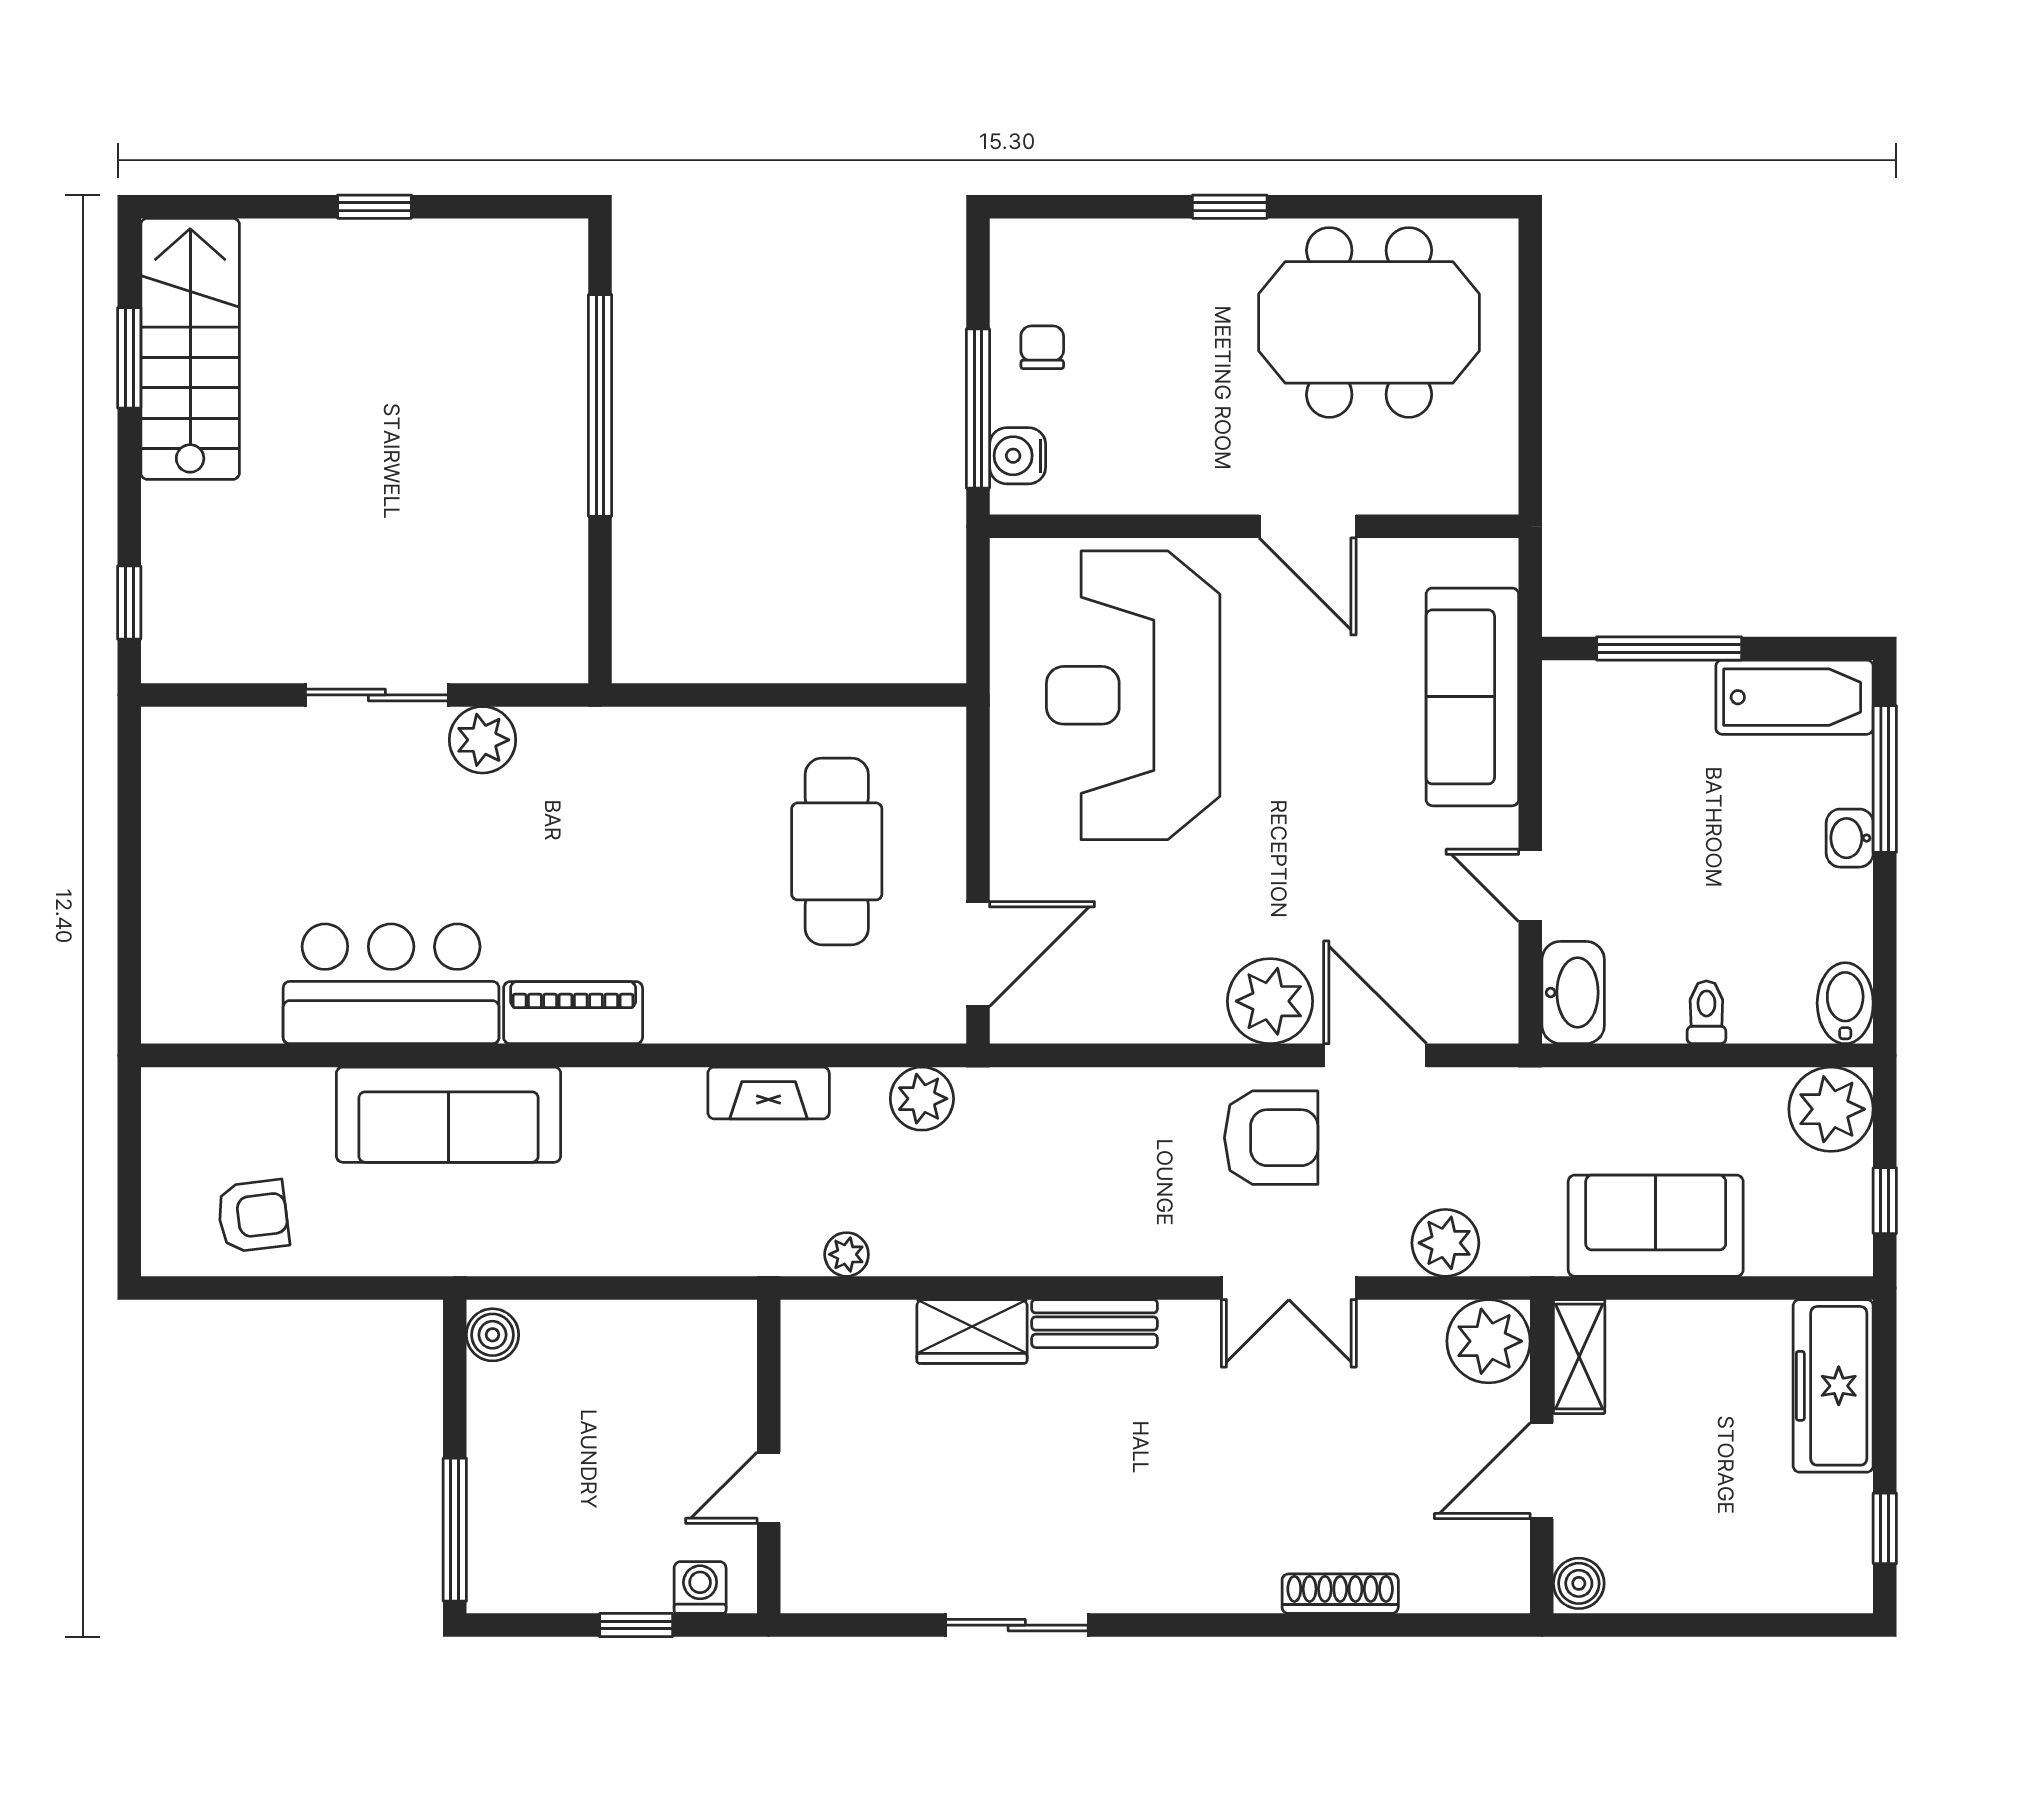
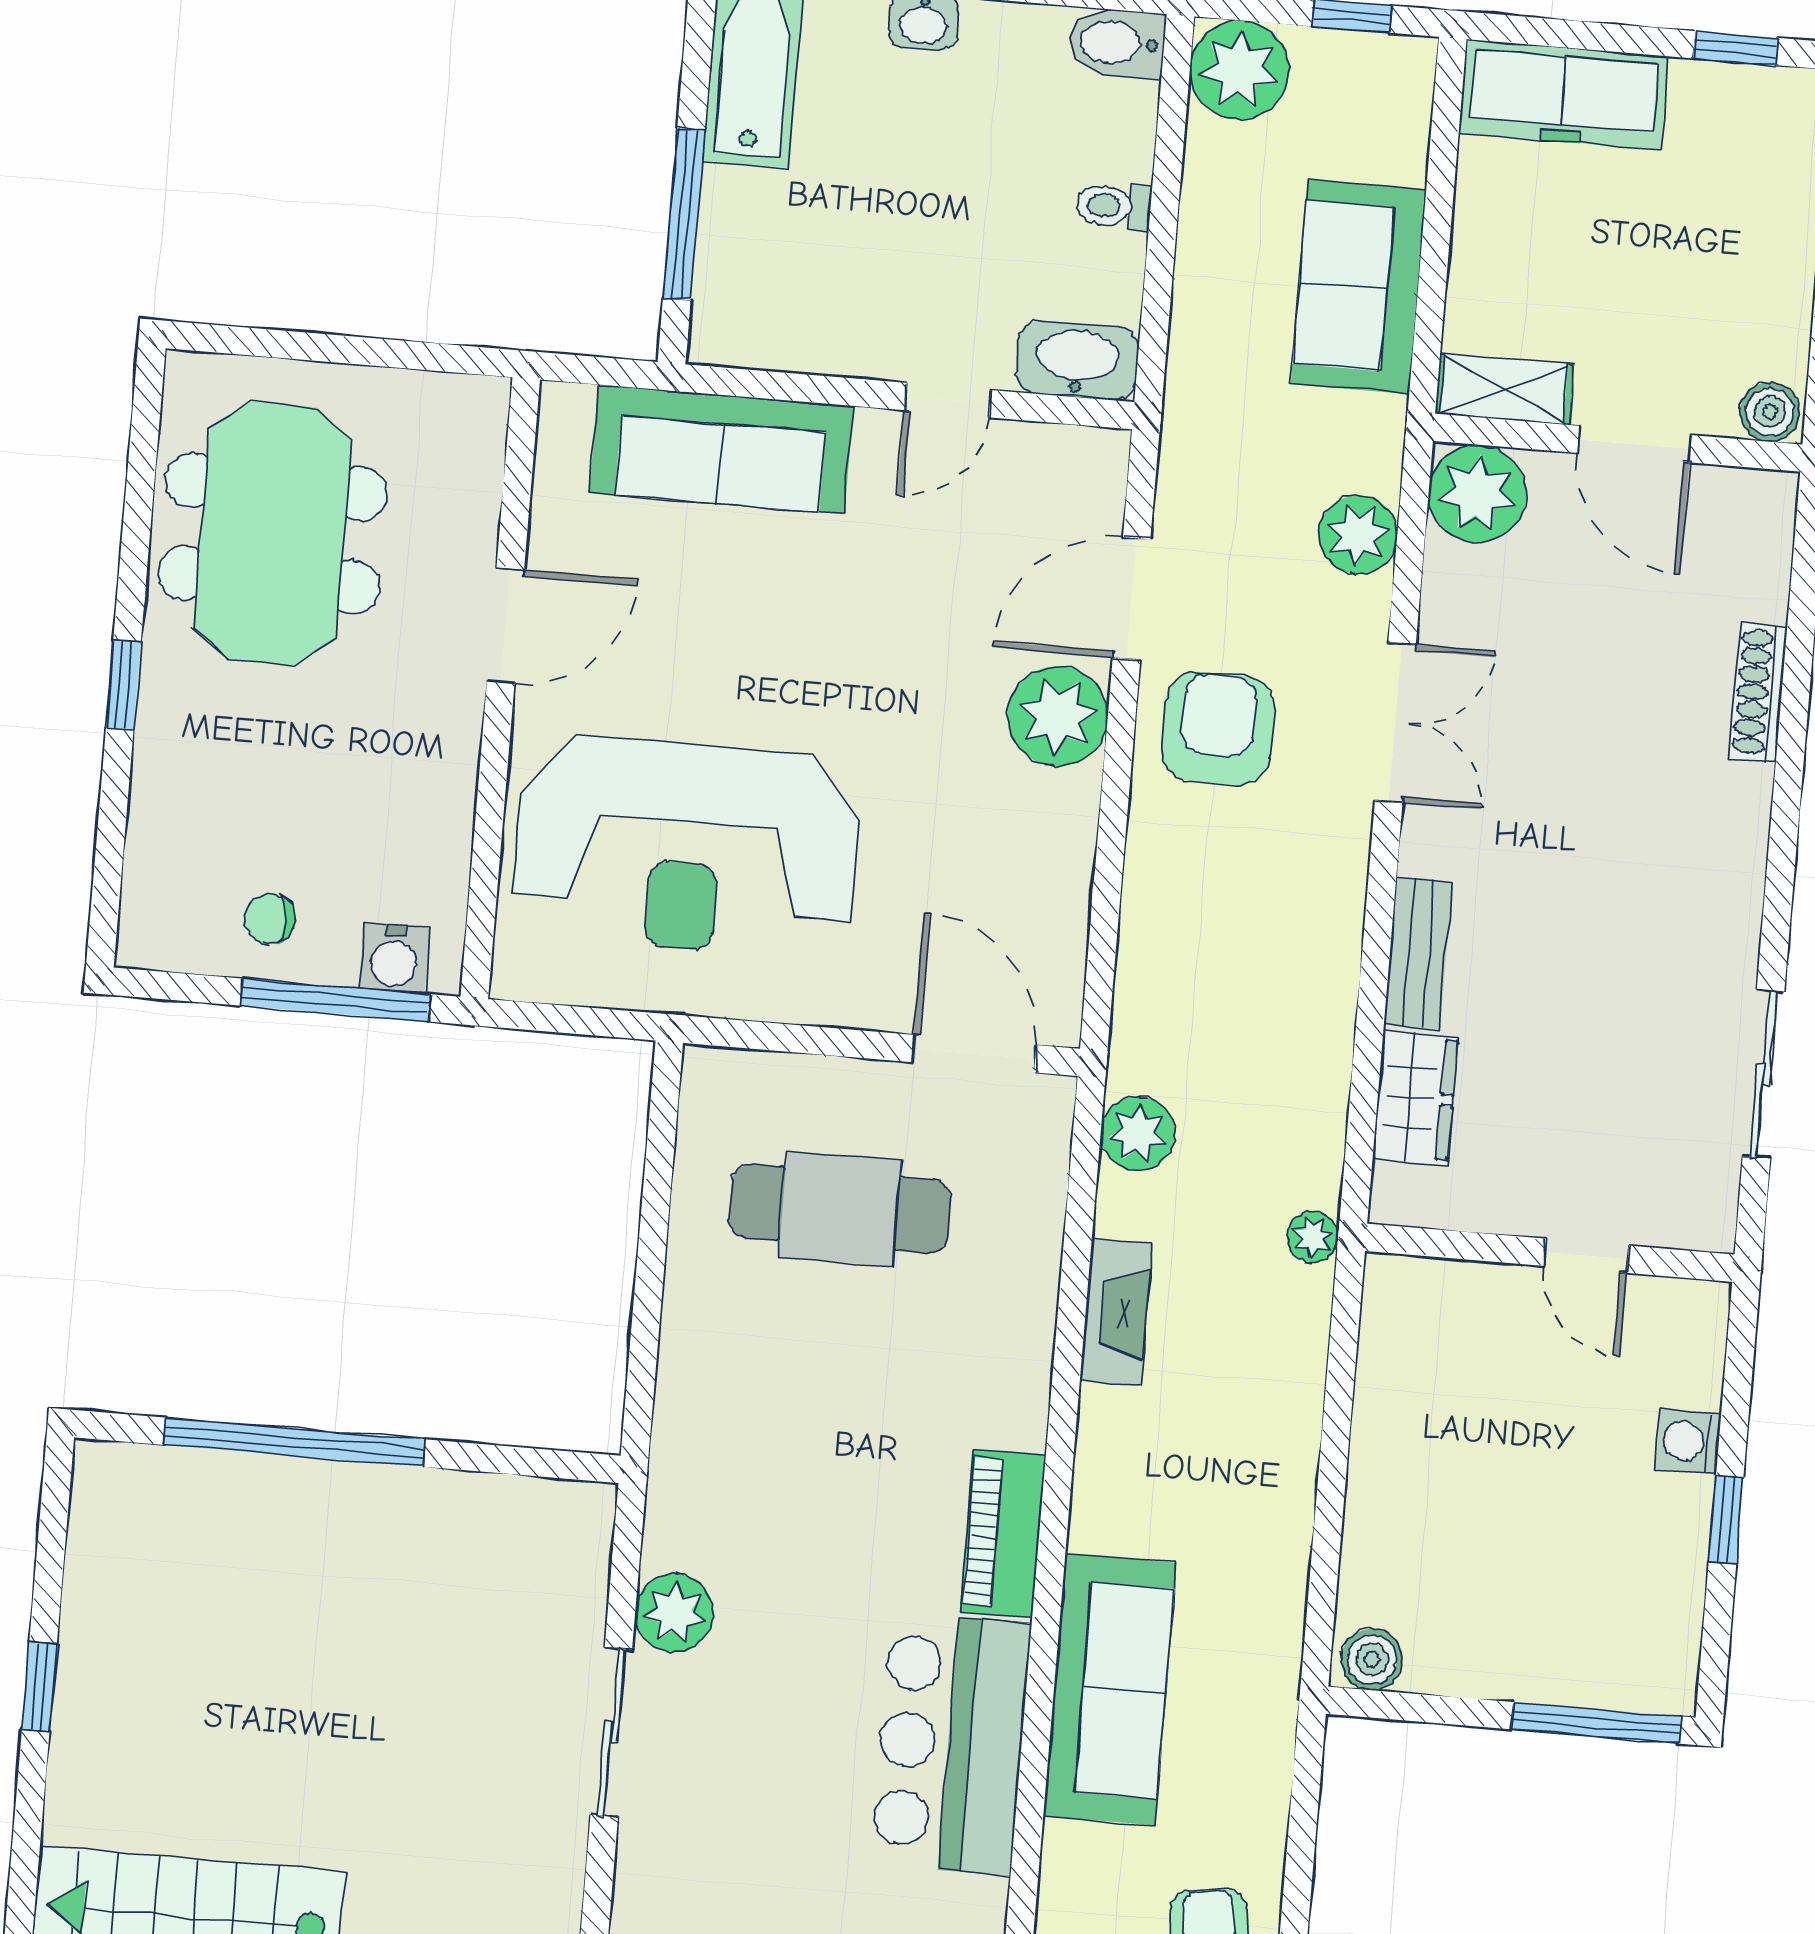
wall: (769, 1456) -> (1550, 1253), moved
door: (769, 1488) -> (1586, 1256), moved

